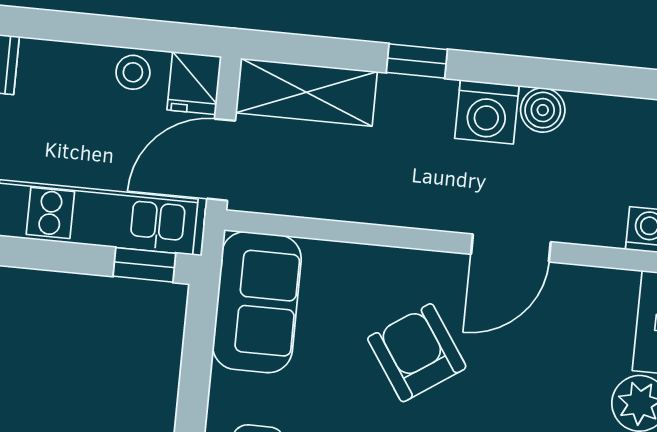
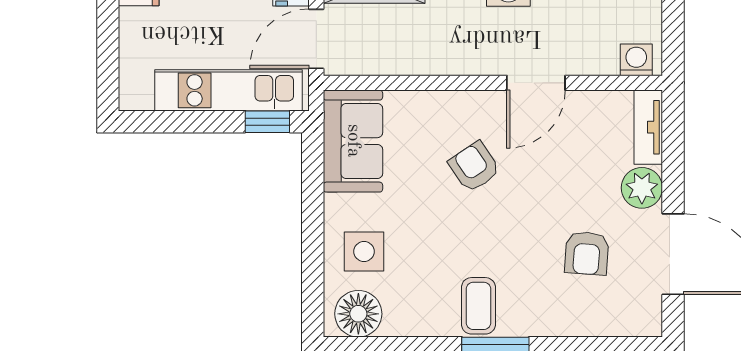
armchair: (417, 353) -> (474, 167), width x0.72, depth x0.72

